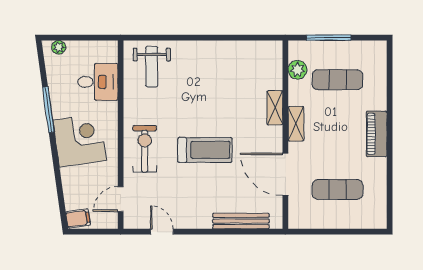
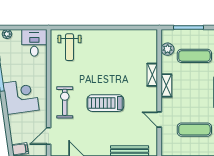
desk: (98, 82) -> (34, 43), moved, turned -90
treadmill: (205, 150) -> (105, 103), turned 180
door: (285, 174) -> (159, 119), width x0.53

